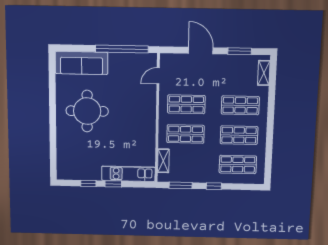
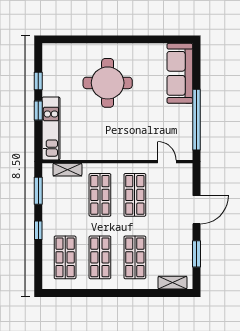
round table: (87, 111) -> (108, 83), moved

